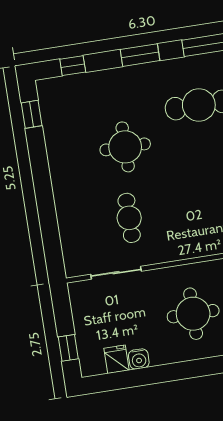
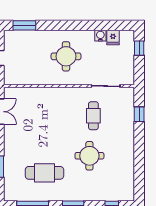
window: (32, 114) -> (139, 114), moved

